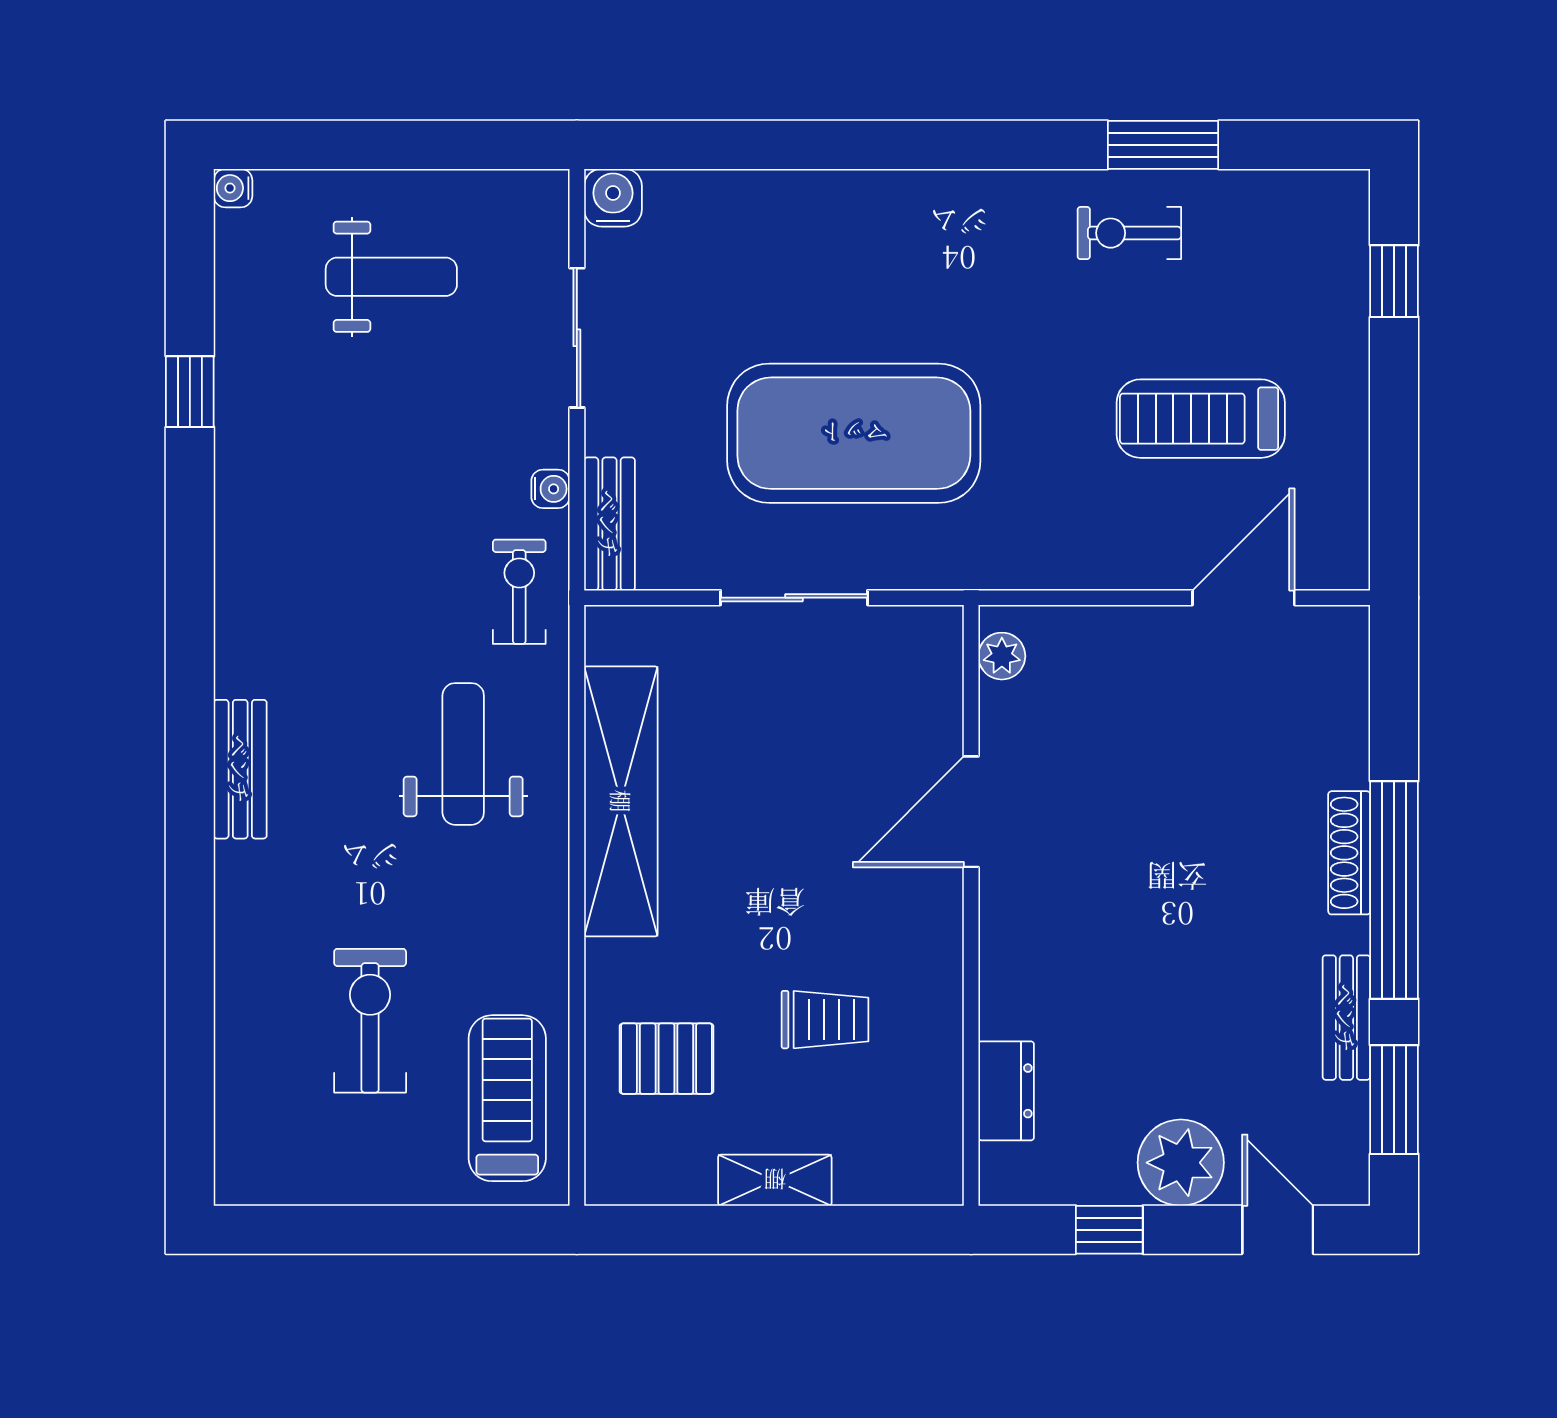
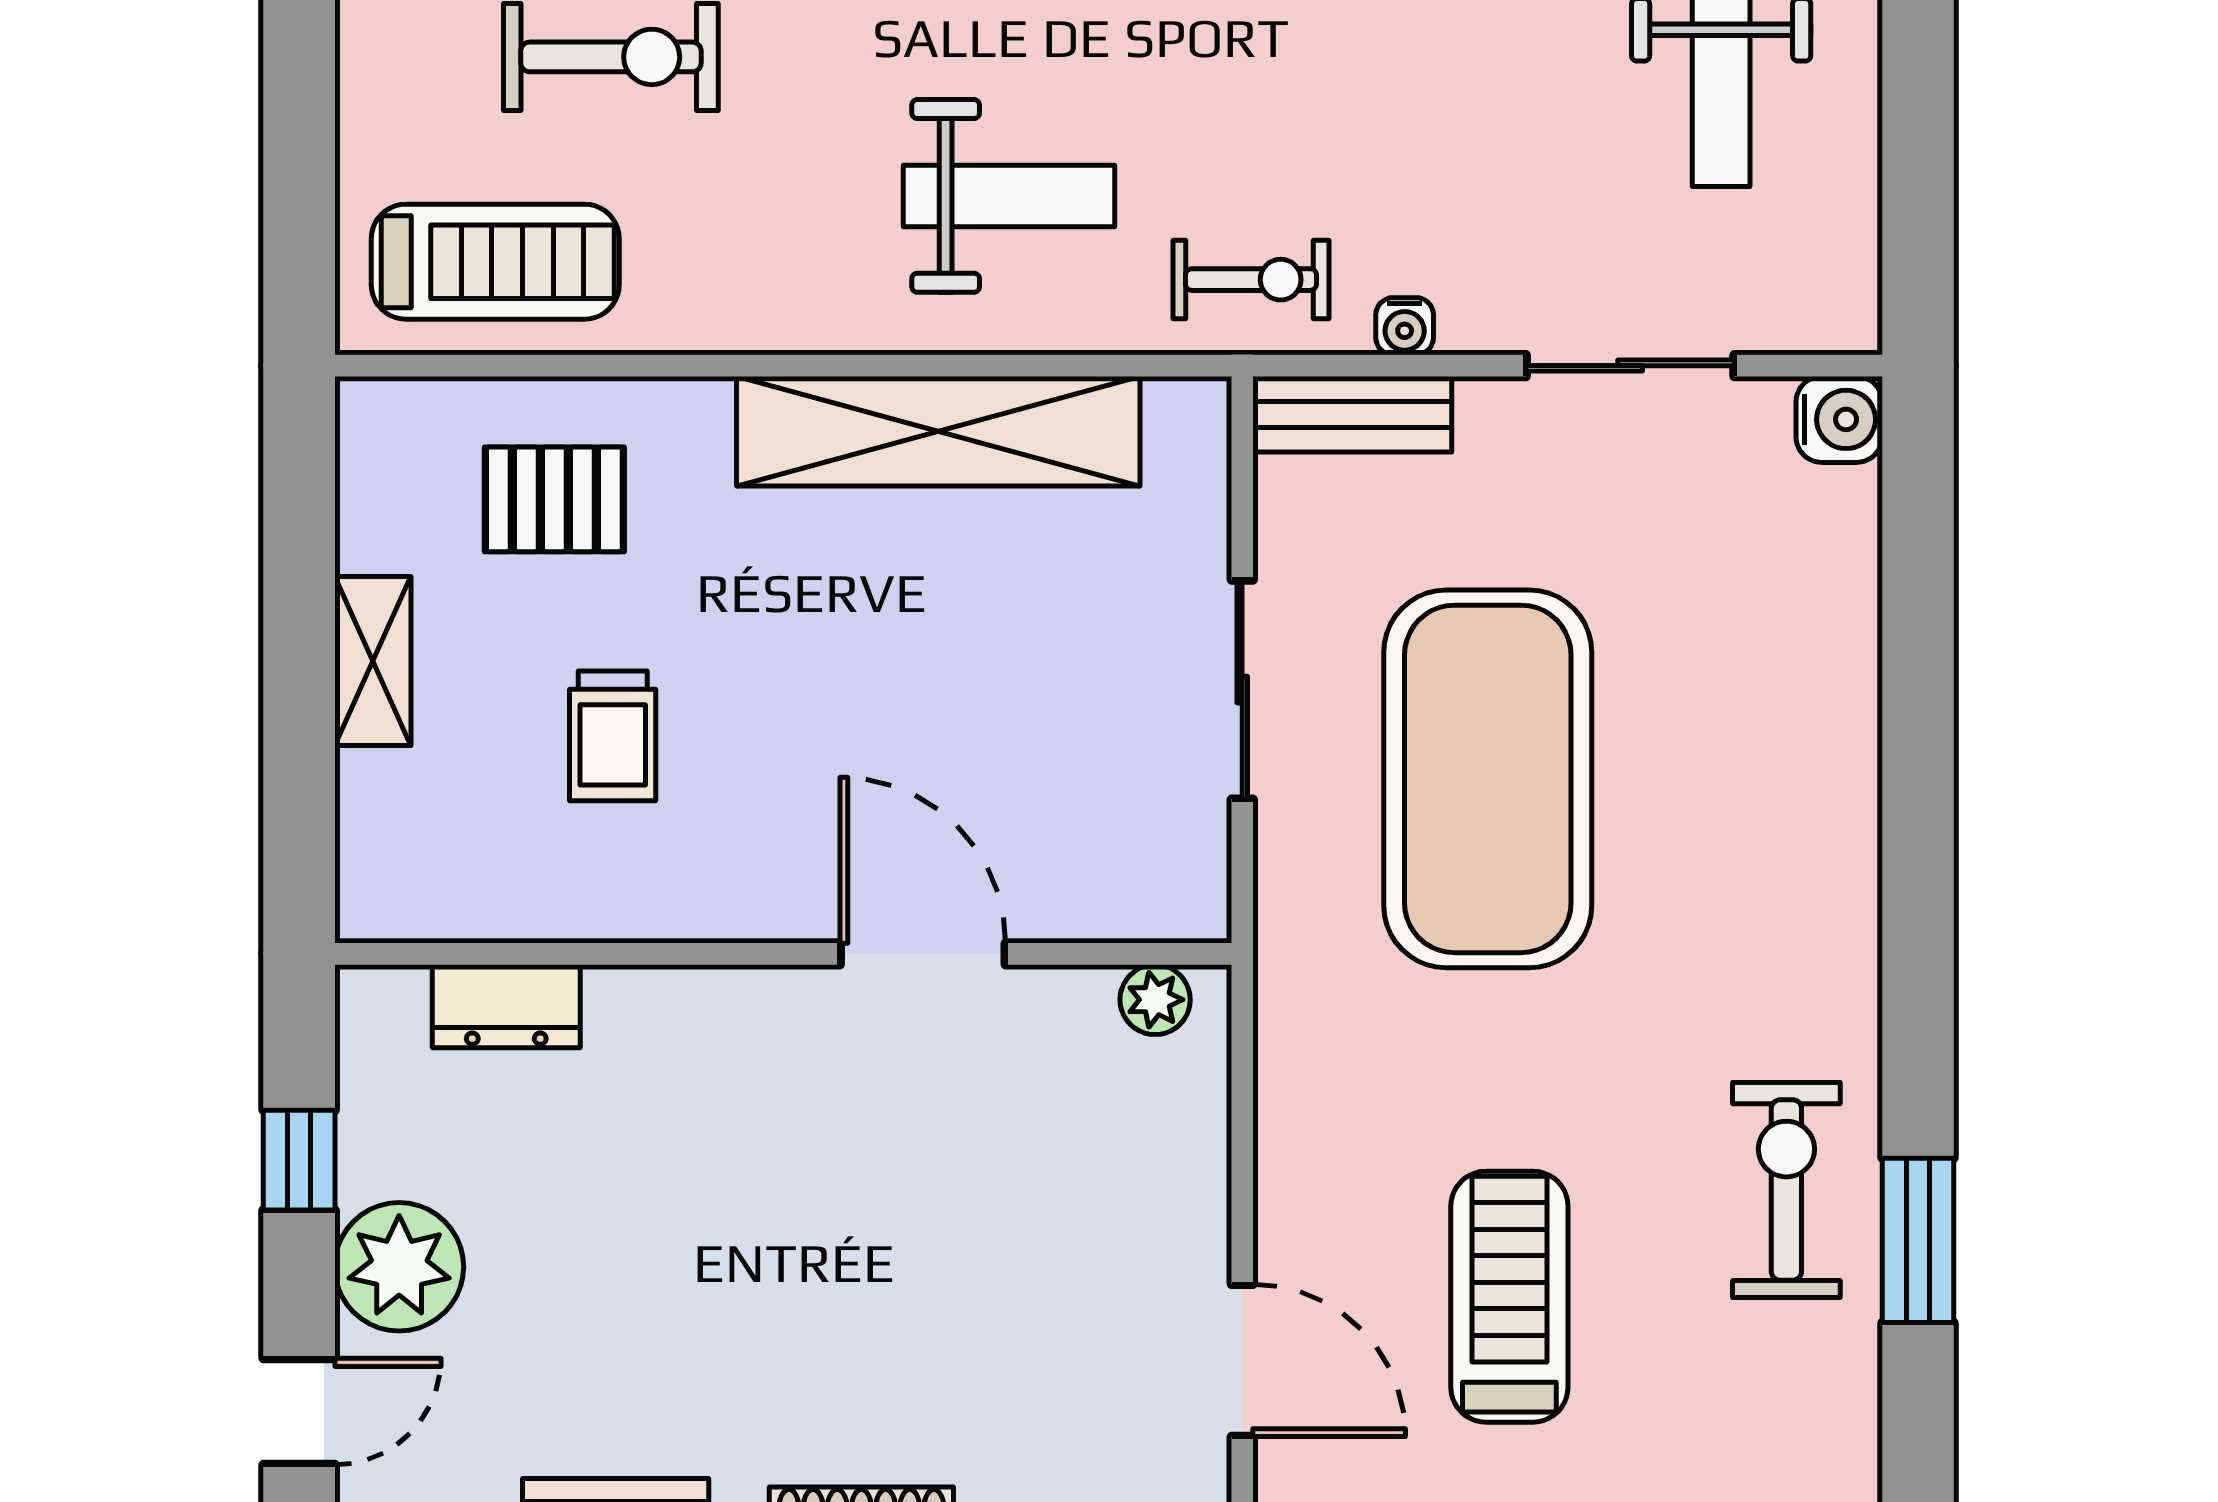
exercise bike: (1129, 233) -> (1786, 1190), width x1.38, depth x1.39
pallet: (666, 1059) -> (554, 499), turned 90

